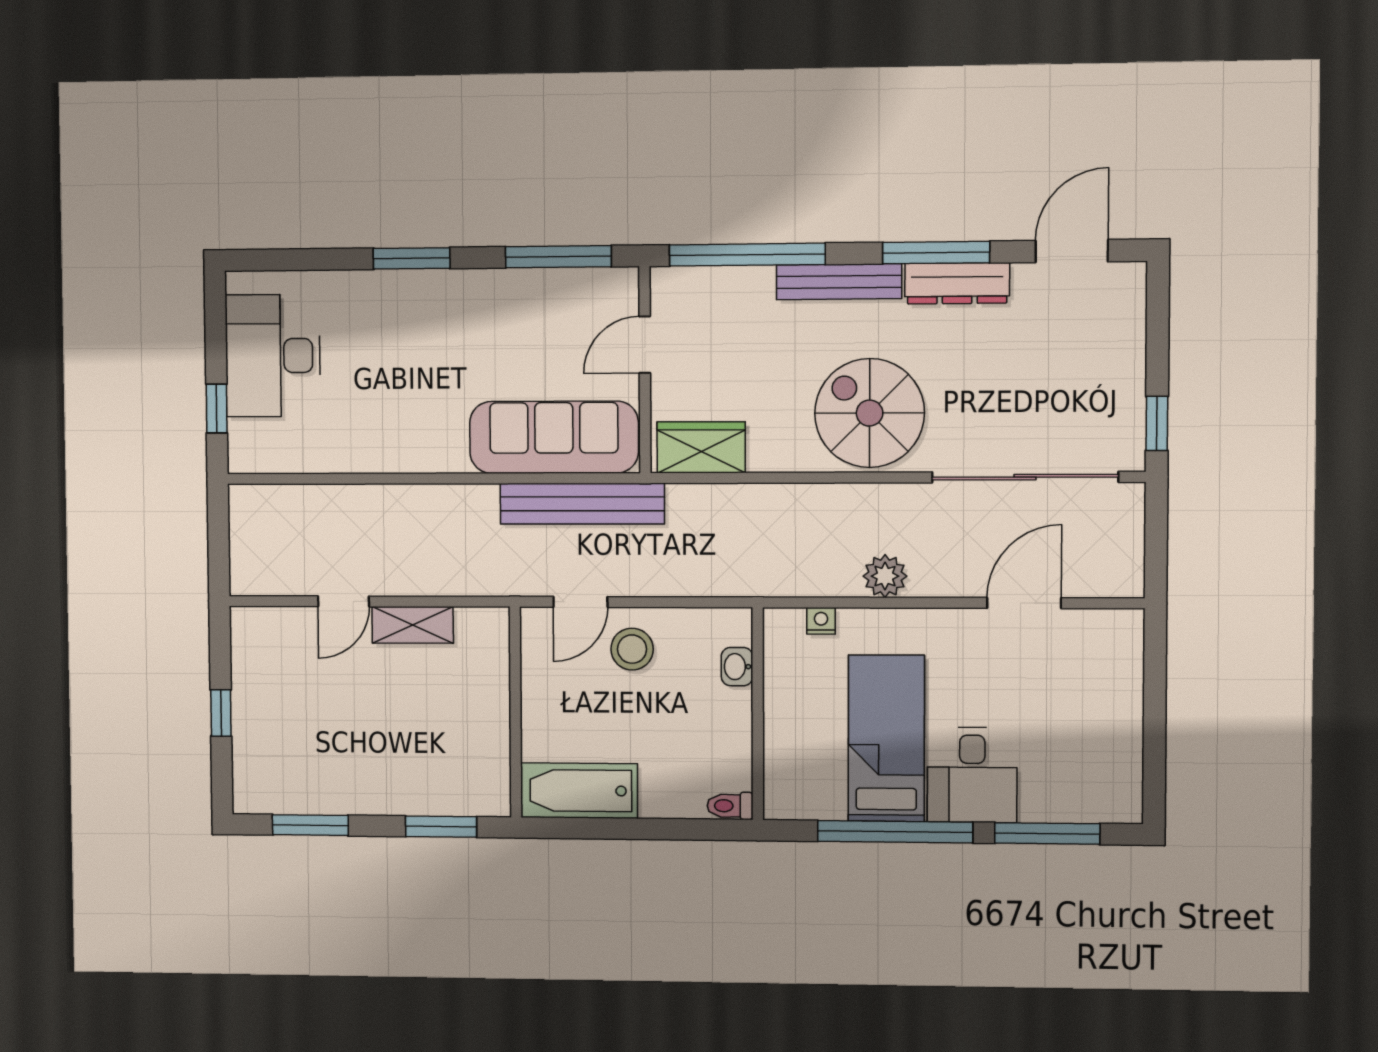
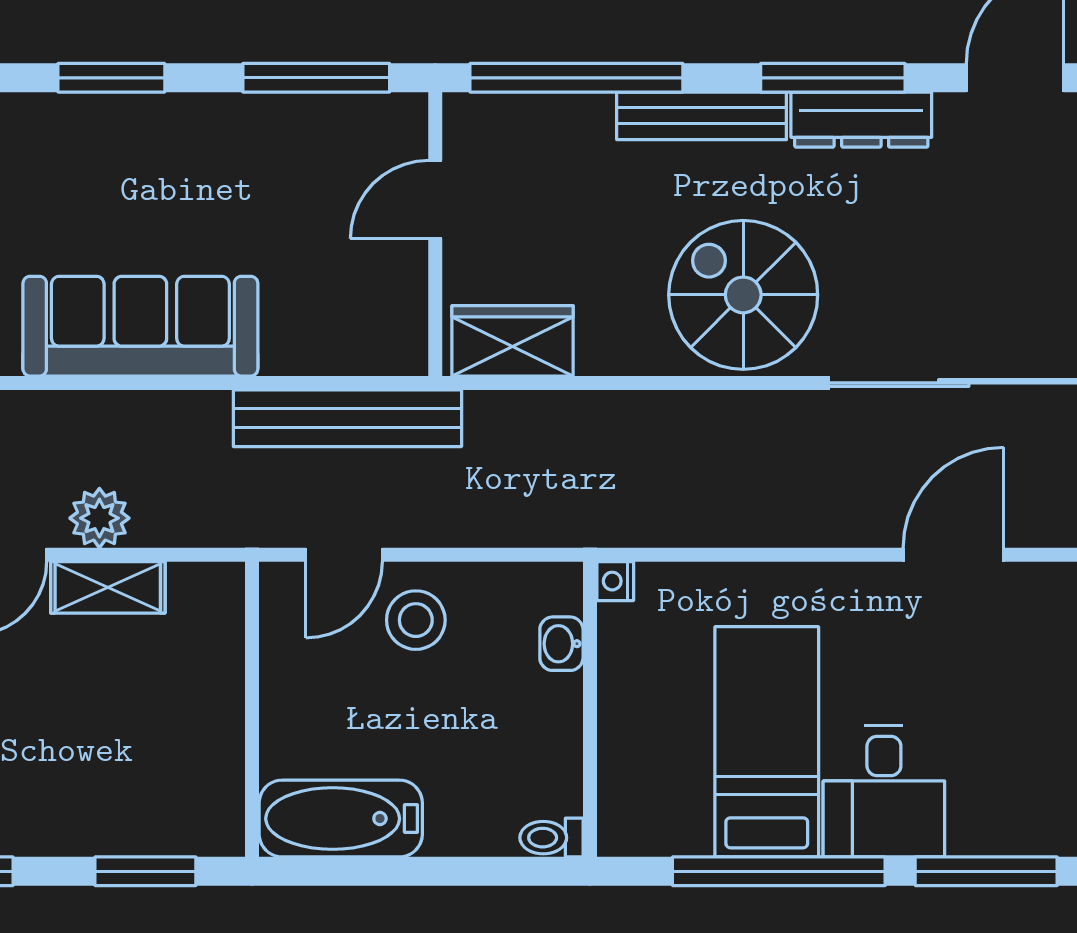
sofa: (554, 437) -> (140, 326), moved
plant: (885, 576) -> (99, 518), moved
nightstand: (821, 621) -> (615, 581), moved, turned -90

